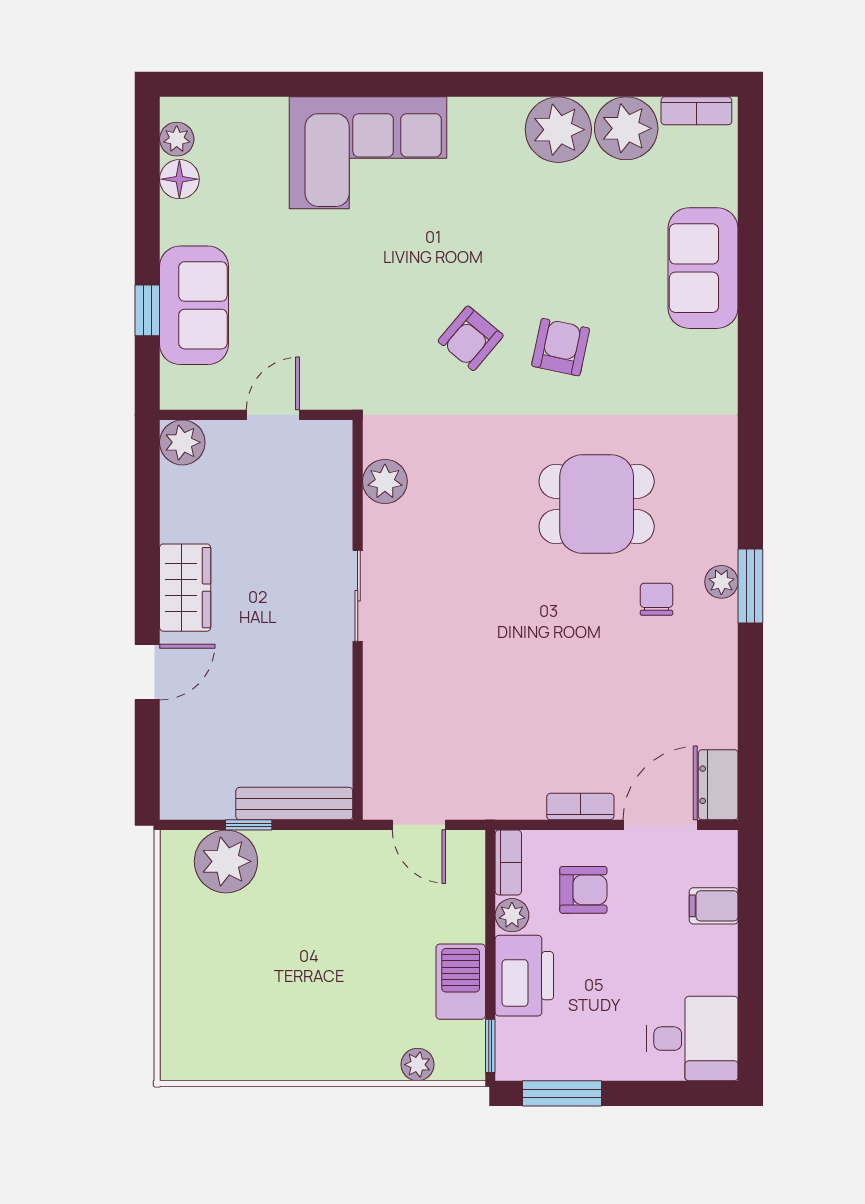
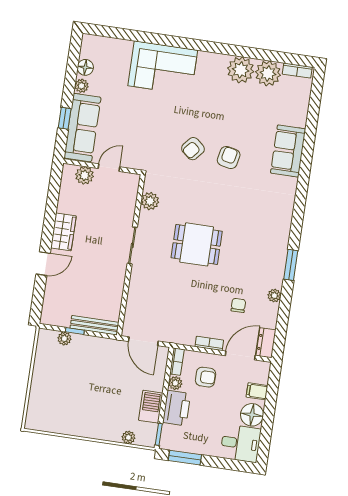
plant: (177, 139) -> (81, 86), moved
sofa: (703, 268) -> (288, 151), moved
sofa: (194, 305) -> (82, 128), width x1.36
plant: (182, 442) -> (85, 175), moved
dining table: (597, 504) -> (197, 244), moved
plant: (721, 582) -> (274, 296), moved
chair: (656, 599) -> (238, 305), moved
door: (419, 825) -> (143, 341), width x1.38
plant: (226, 861) -> (64, 339), width x0.53, depth x0.53
floor lamp: (710, 965) -> (252, 415), added

